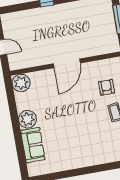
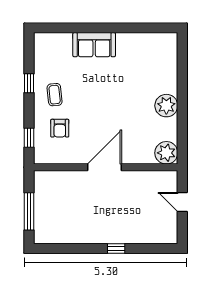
sofa: (33, 145) -> (94, 45), moved, turned -90

